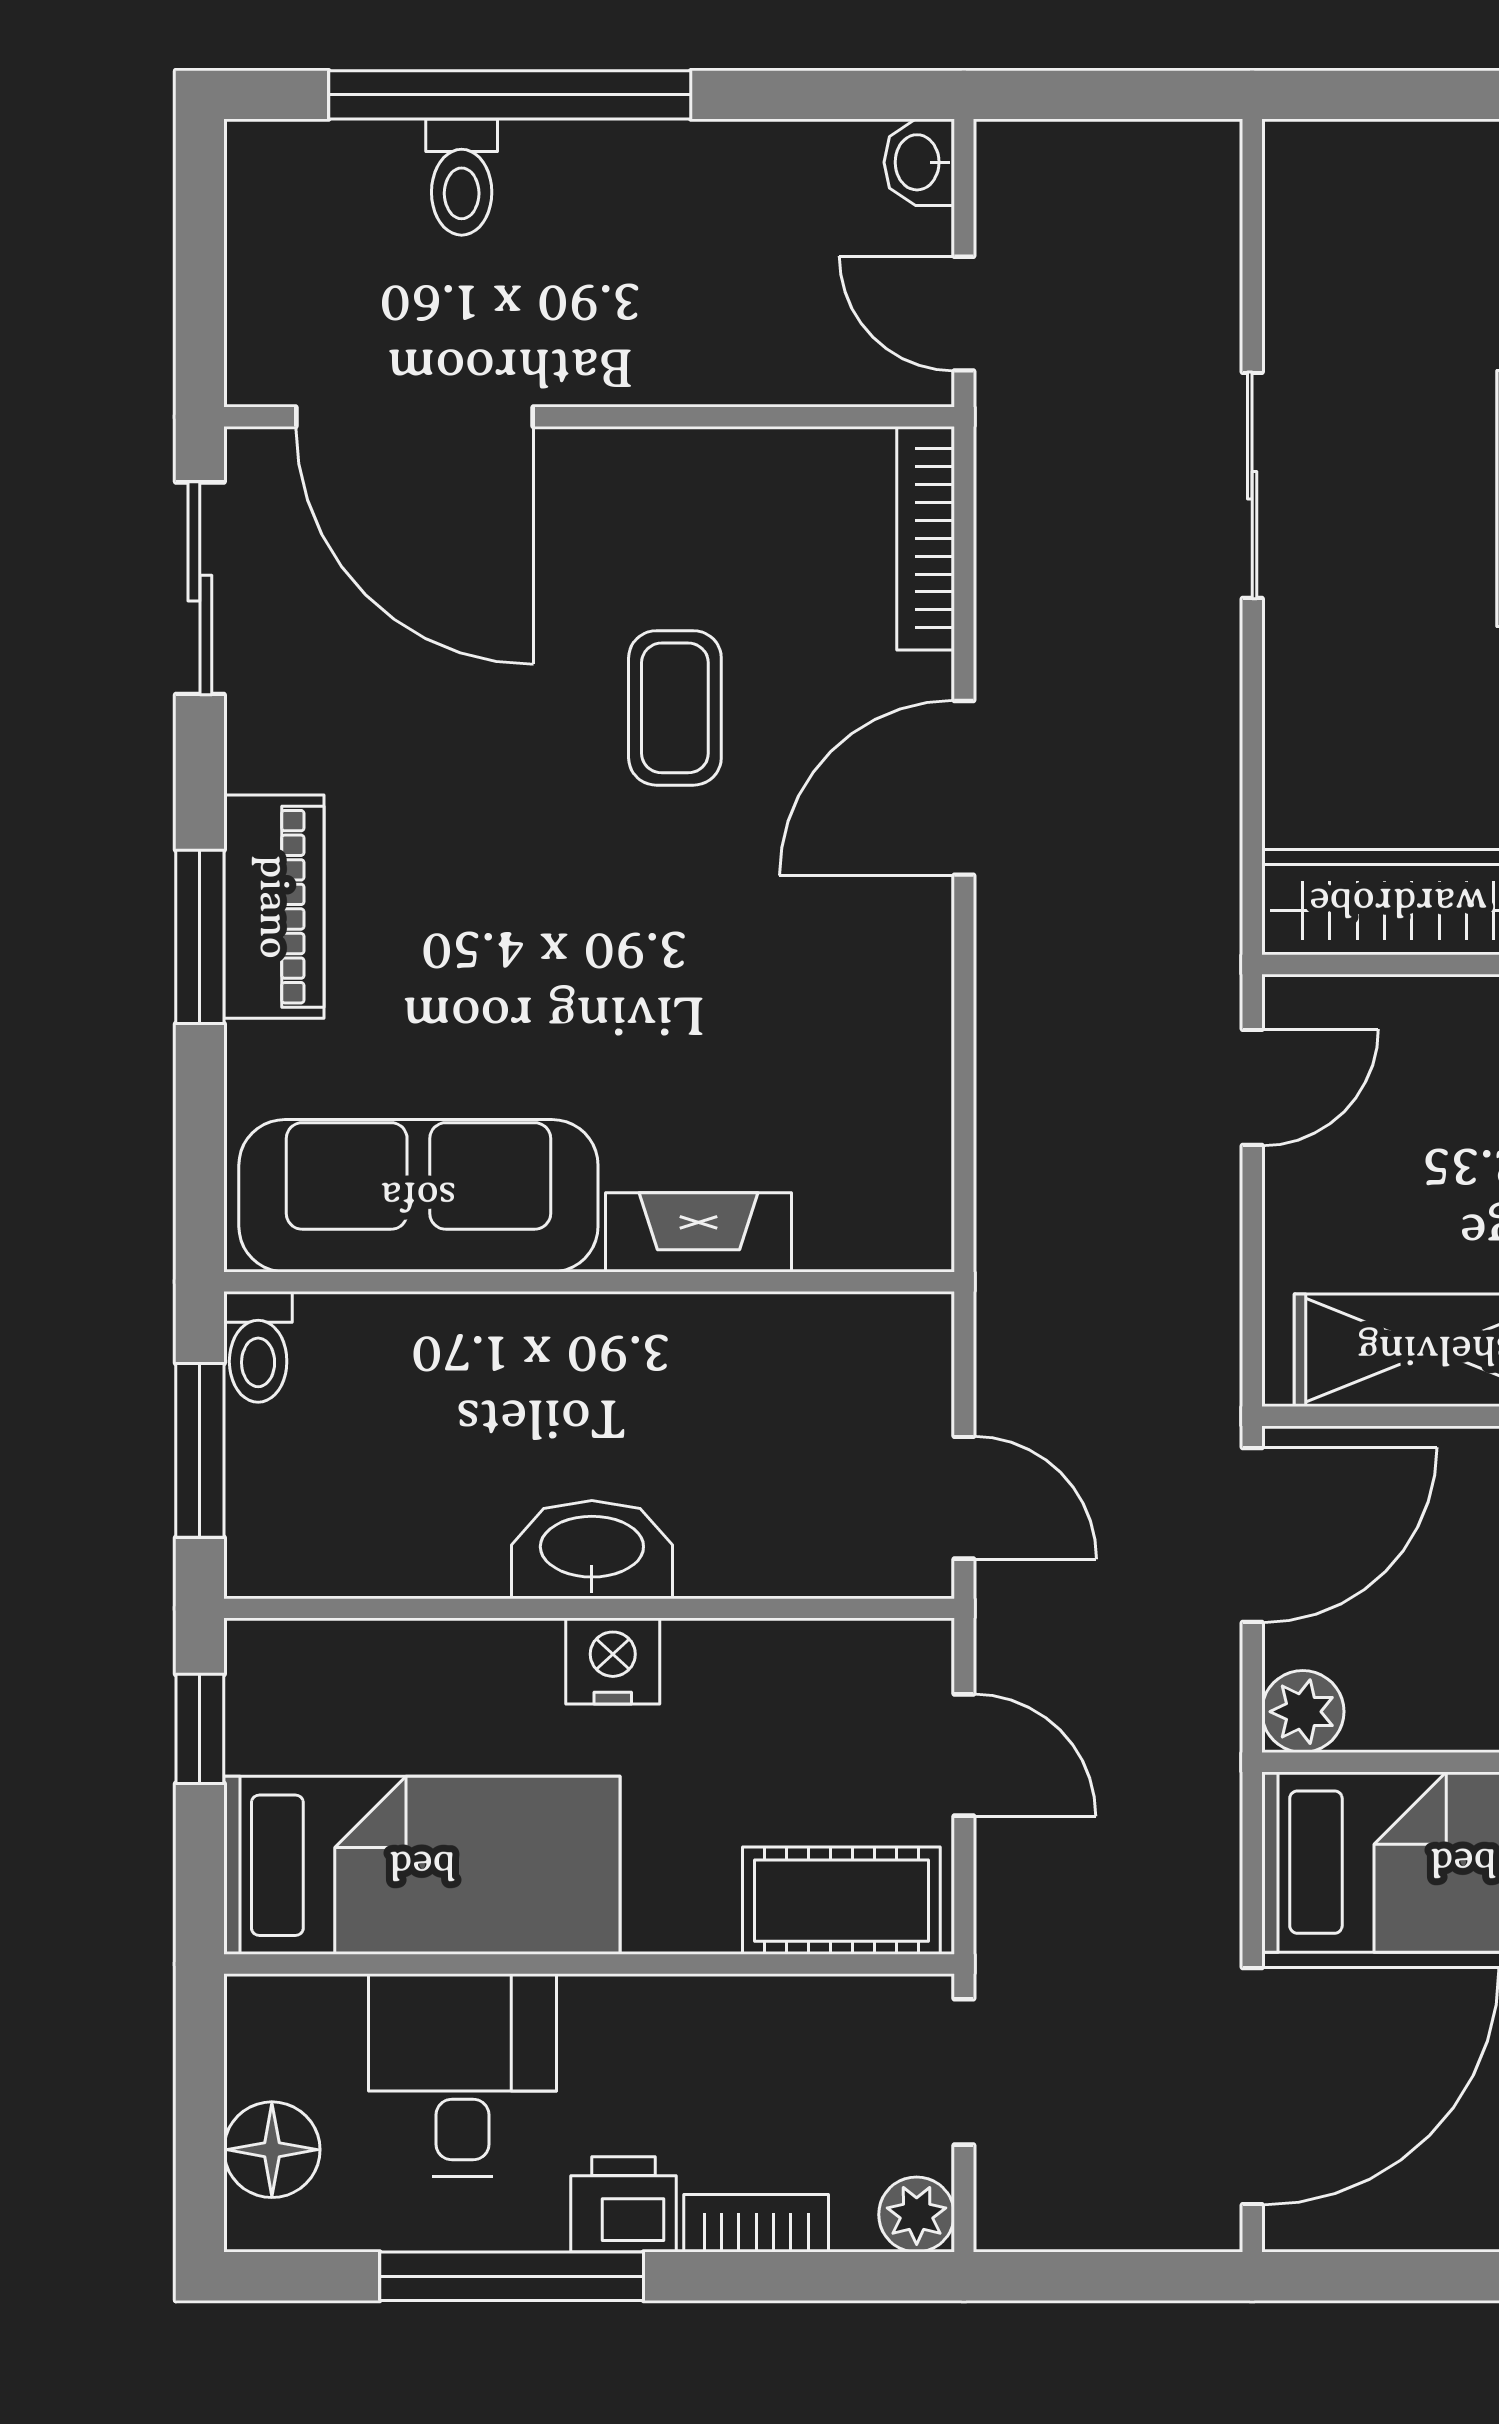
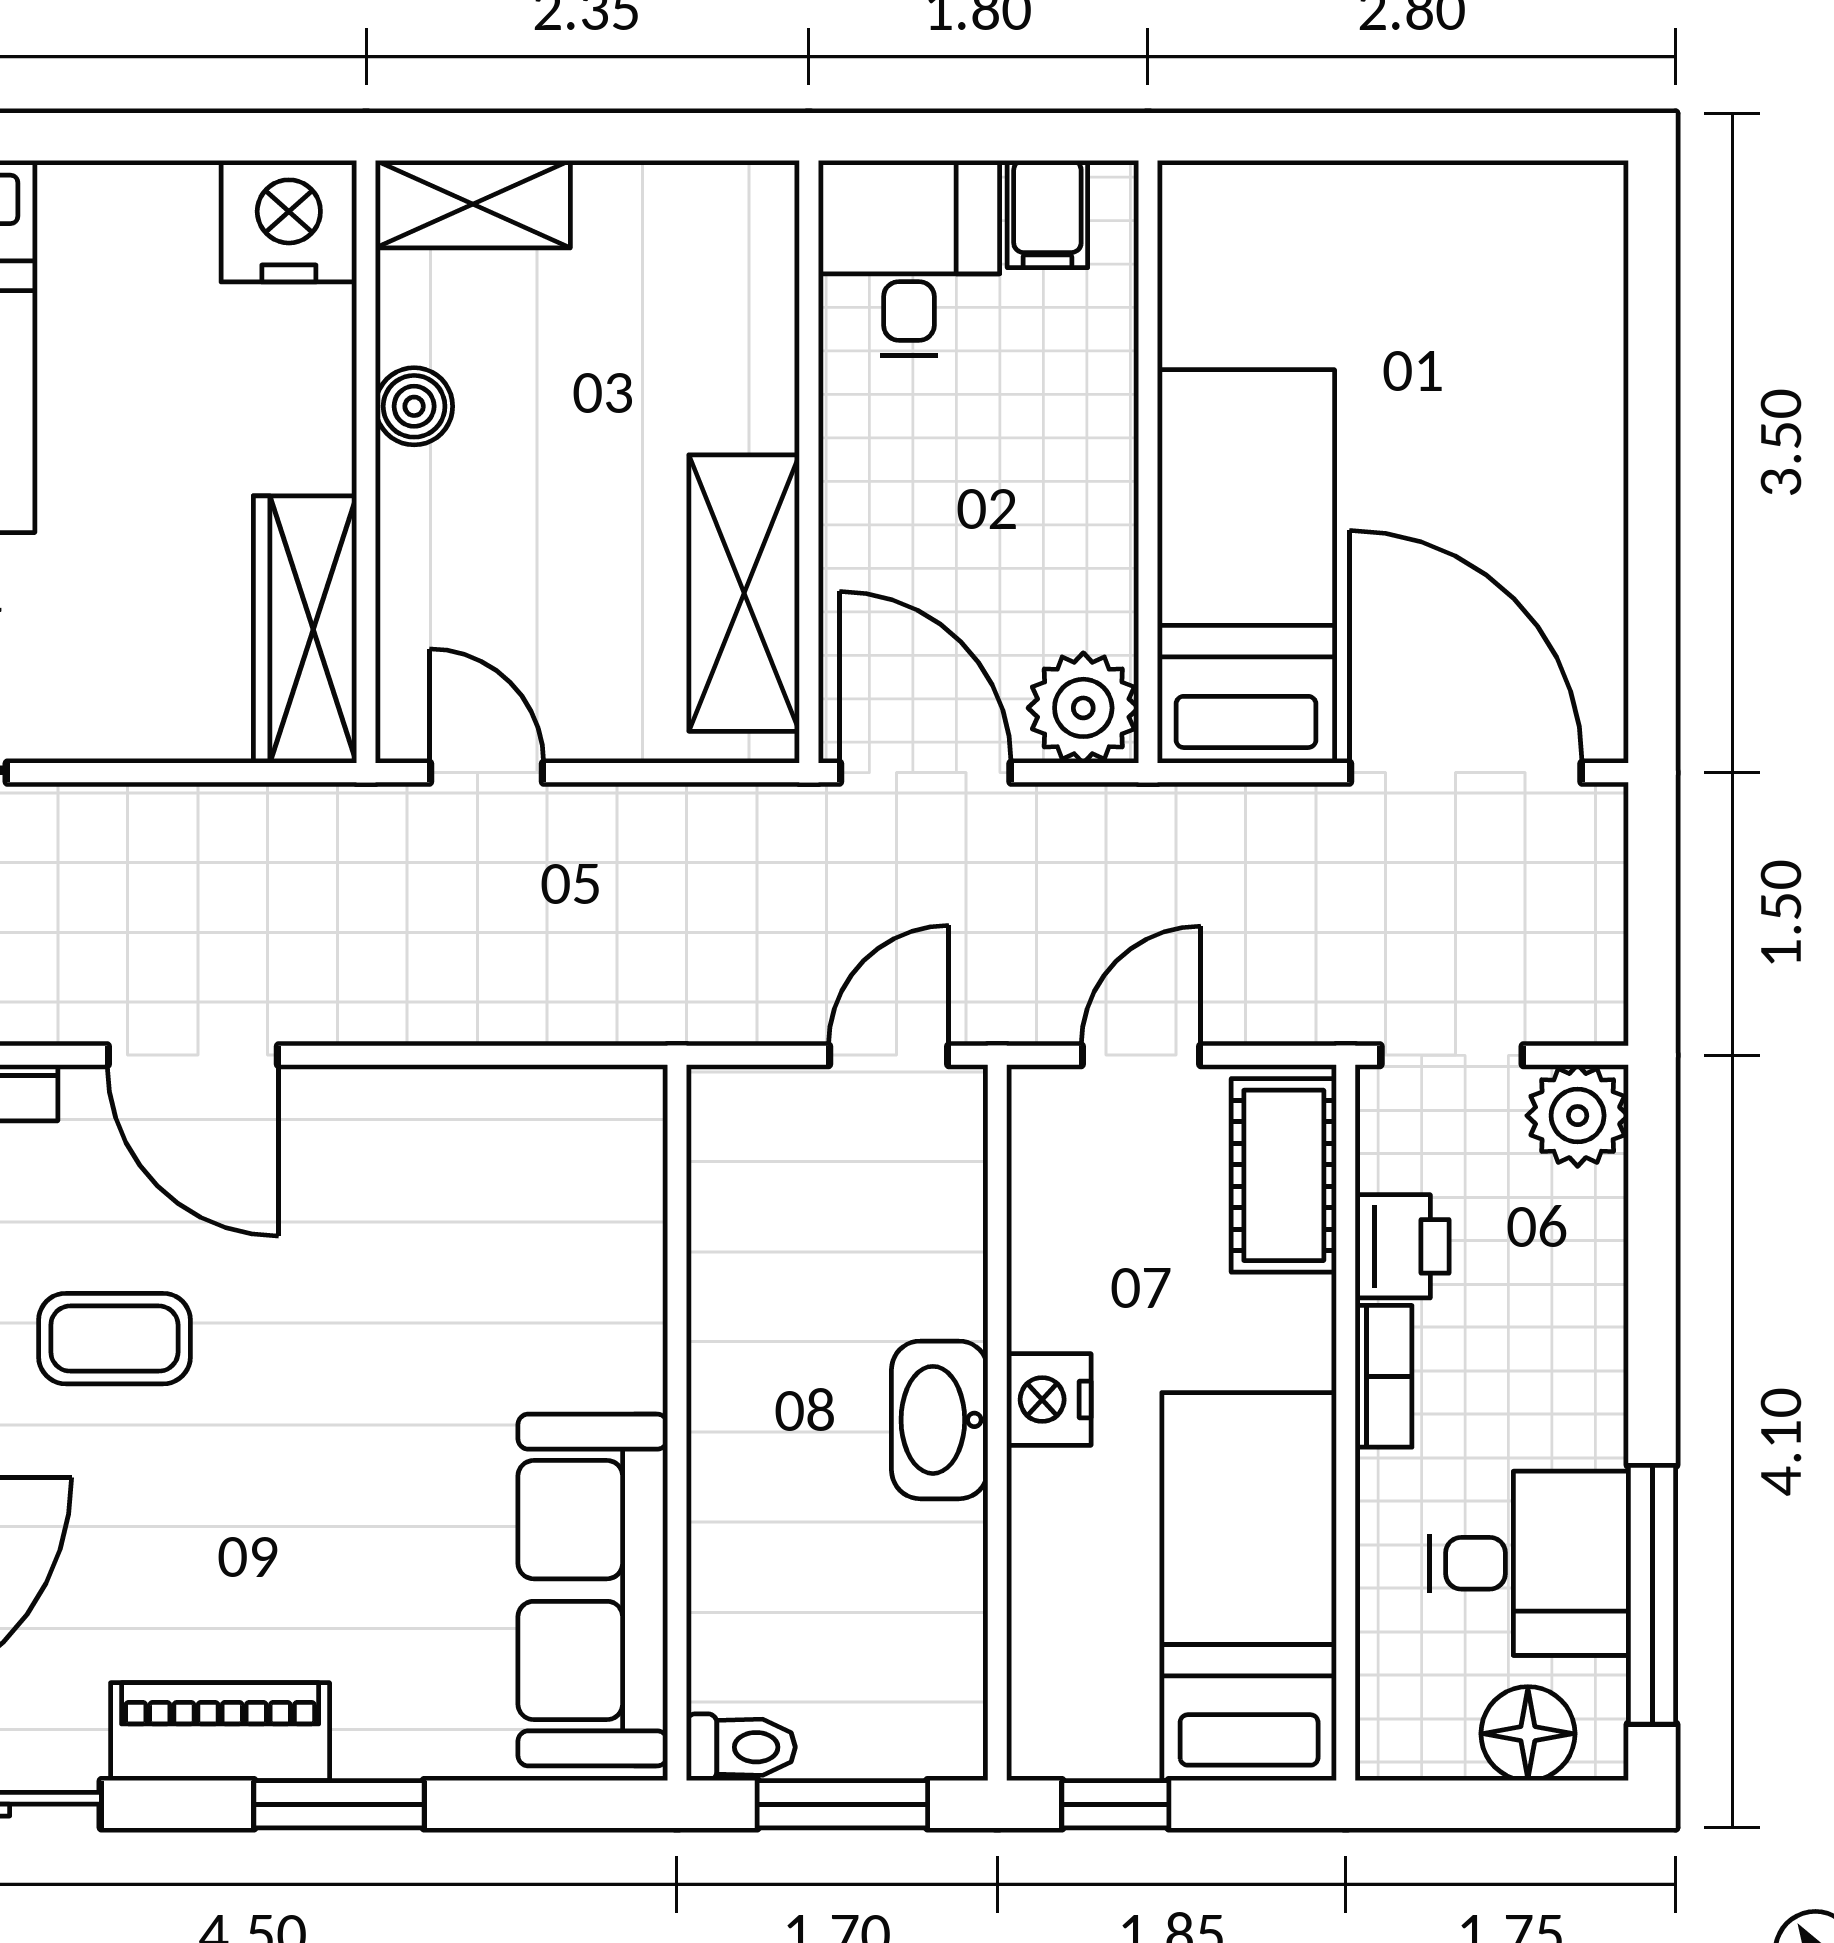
piano: (274, 907) -> (220, 1732), moved
fireplace: (698, 1232) -> (629, 1315), removed
plant: (1303, 1712) -> (1083, 708), width x1.38, depth x1.38
desk: (463, 2075) -> (1529, 1563), moved, turned 180
printer: (624, 2204) -> (1402, 1246), moved, turned 180
plant: (917, 2215) -> (1578, 1116), width x1.38, depth x1.38
bookcase: (756, 2223) -> (1384, 1376), moved, turned 180
window: (512, 2276) -> (1652, 1595), moved

